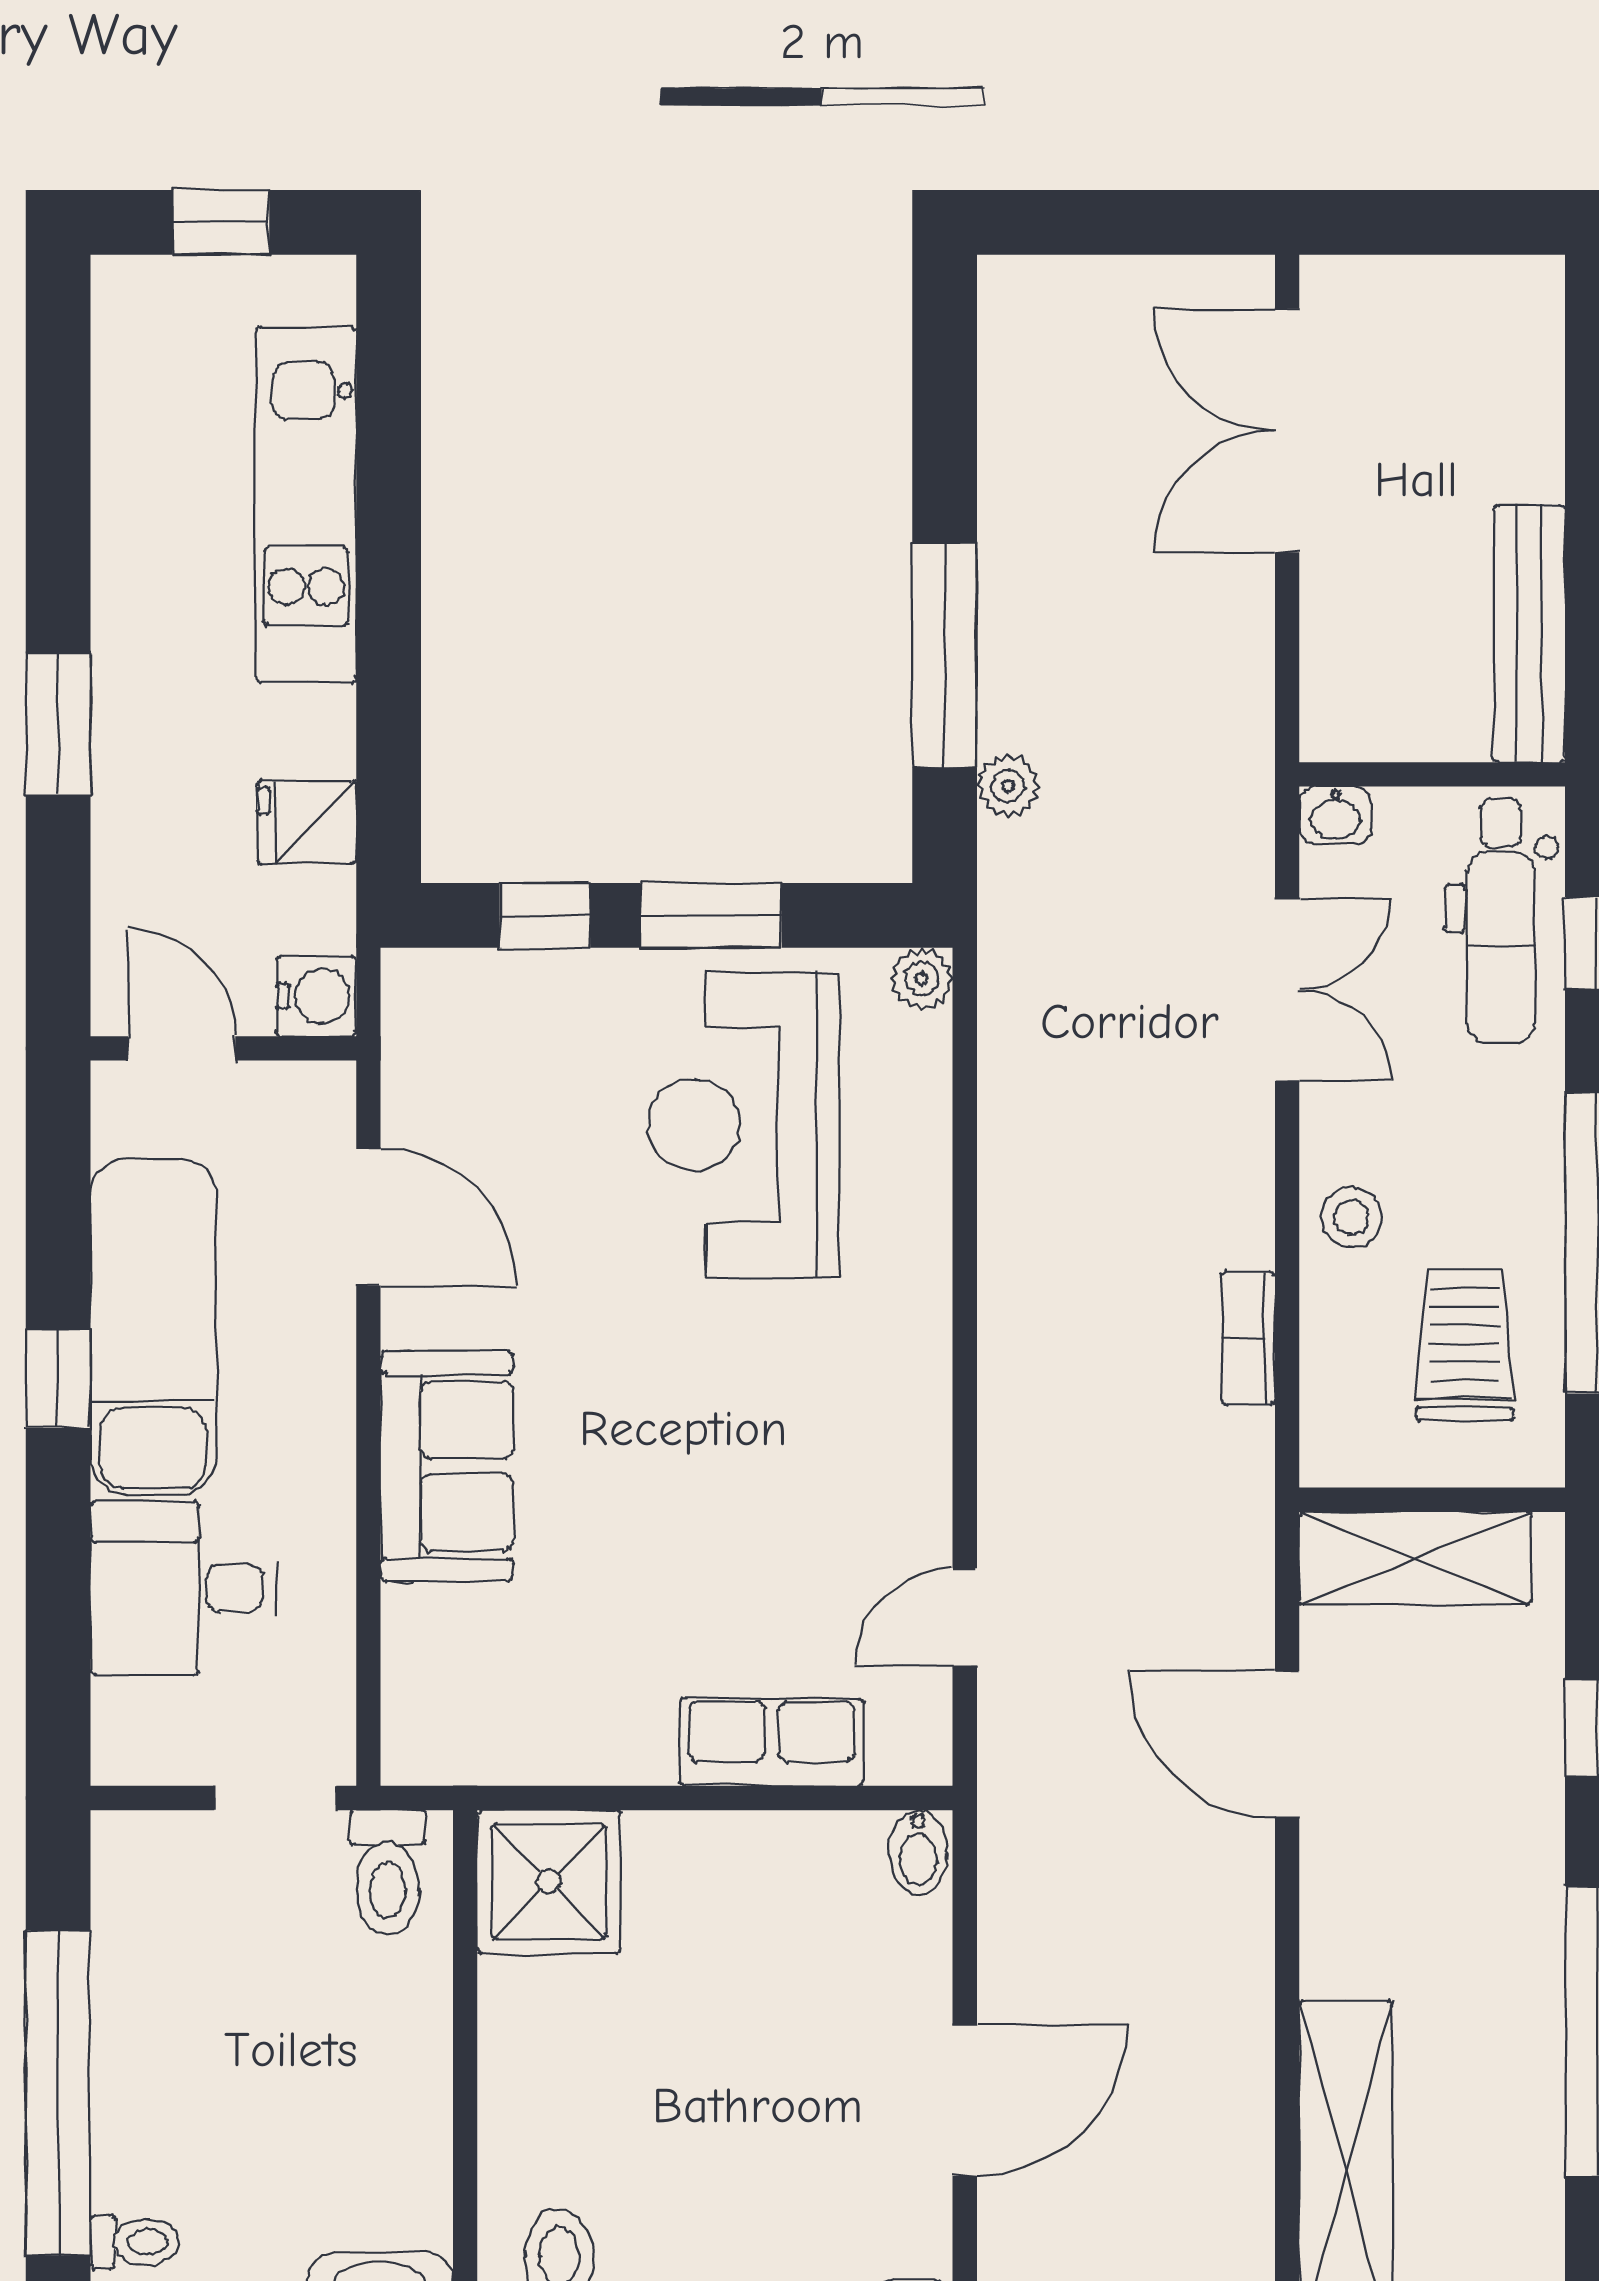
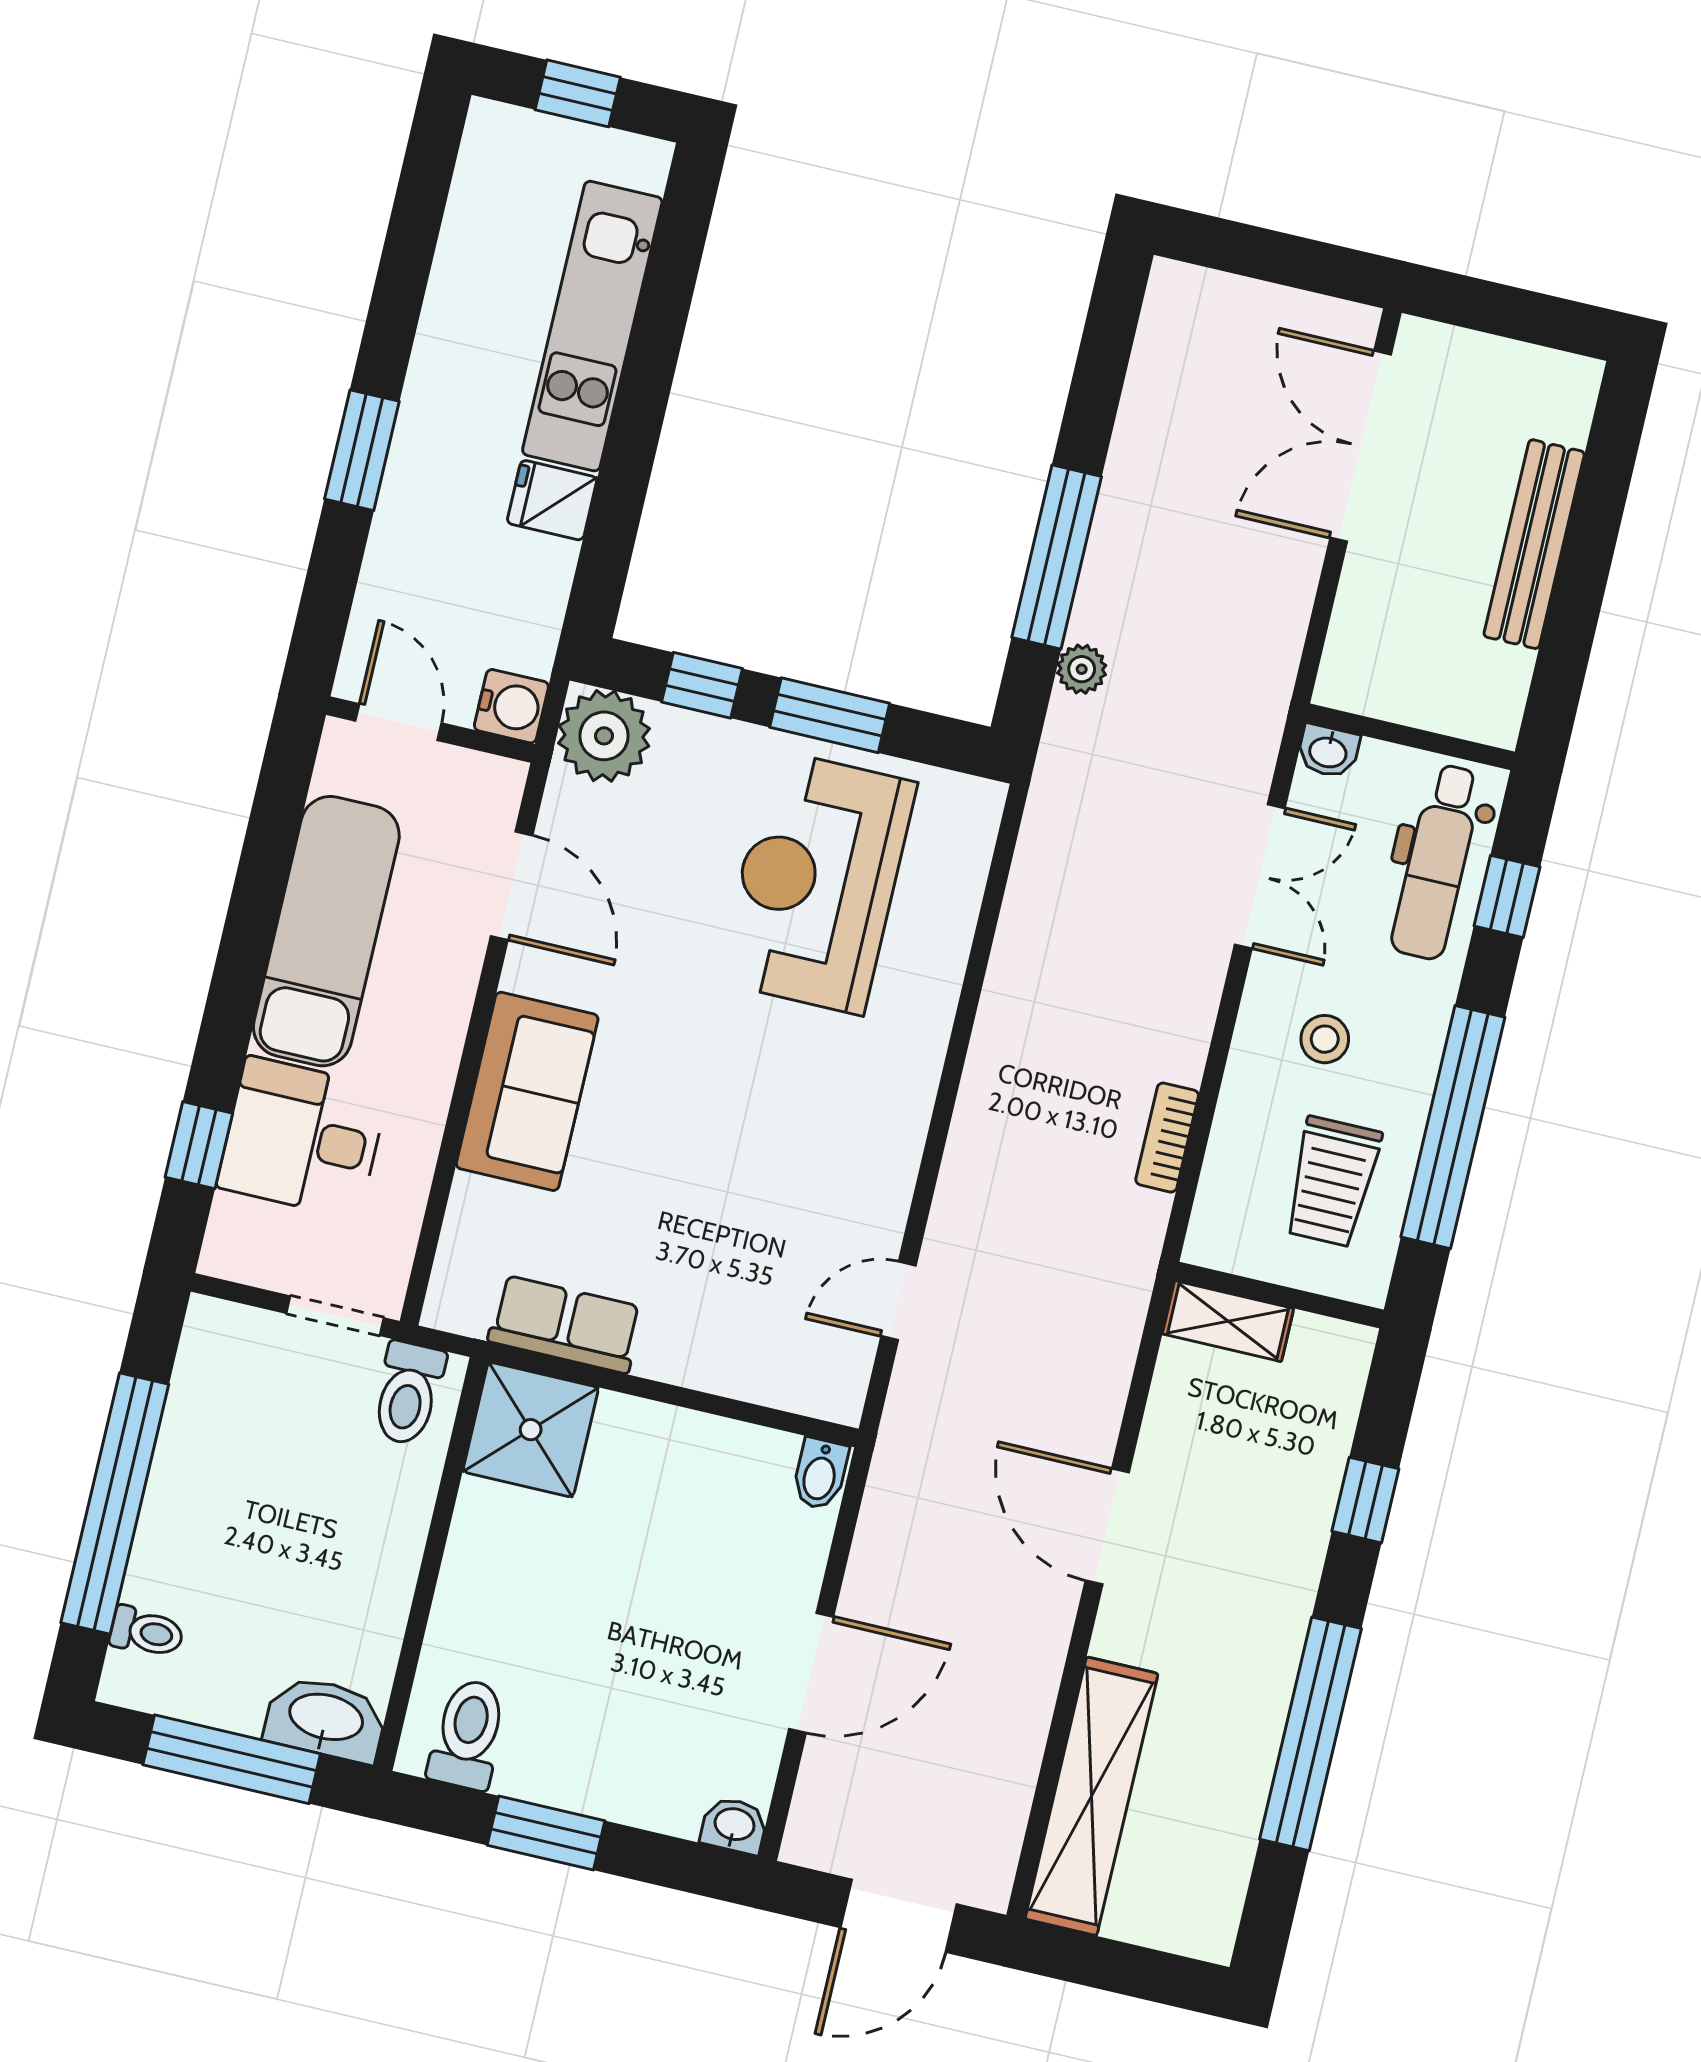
bench: (1529, 634) -> (1534, 544), moved
fridge: (307, 822) -> (552, 500), moved
plant: (922, 979) -> (604, 736), moved, width x1.87, depth x1.87
stool: (1352, 1217) -> (1325, 1039), moved
trolley: (1464, 1345) -> (1332, 1182), turned 180
window: (58, 1378) -> (199, 1145), moved
shelving: (1415, 1558) -> (1228, 1321), width x0.67, depth x0.75
row of seats: (772, 1742) -> (565, 1324), moved
door: (1287, 1744) -> (1107, 1526), moved

